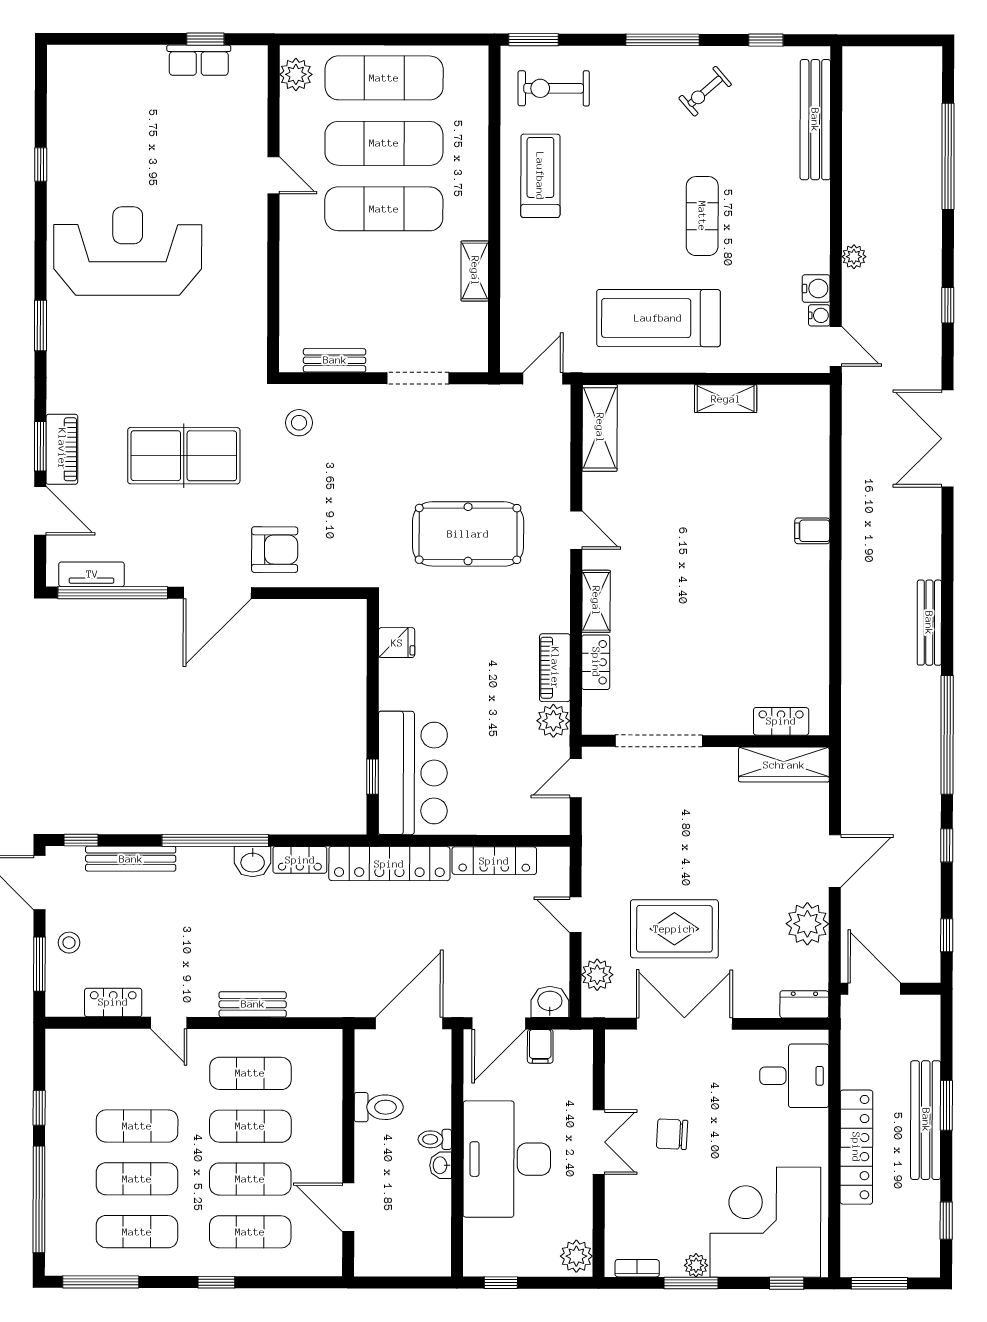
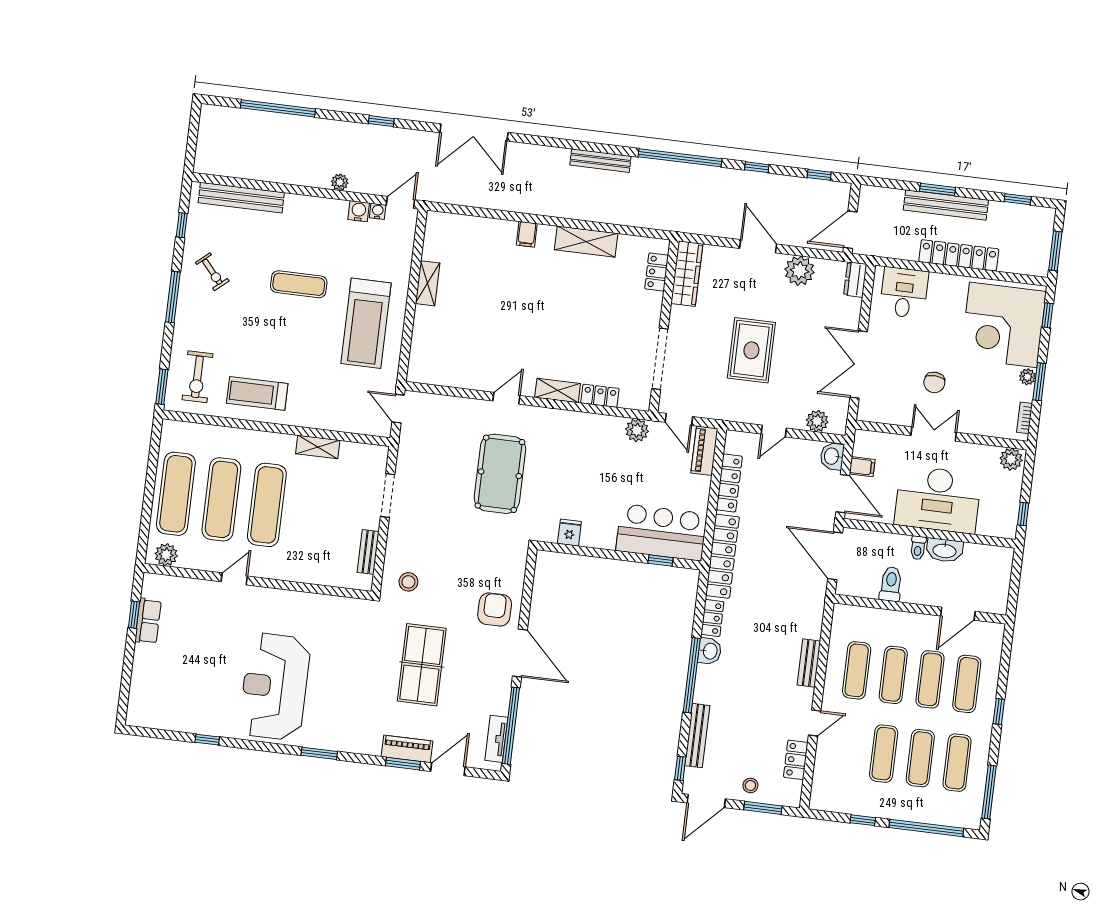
shelving: (600, 428) -> (586, 242), moved
piano: (555, 668) -> (704, 451), moved, turned 90
rug: (674, 929) -> (751, 350), moved
washbasin: (441, 1165) -> (945, 550), width x1.91, depth x1.45

